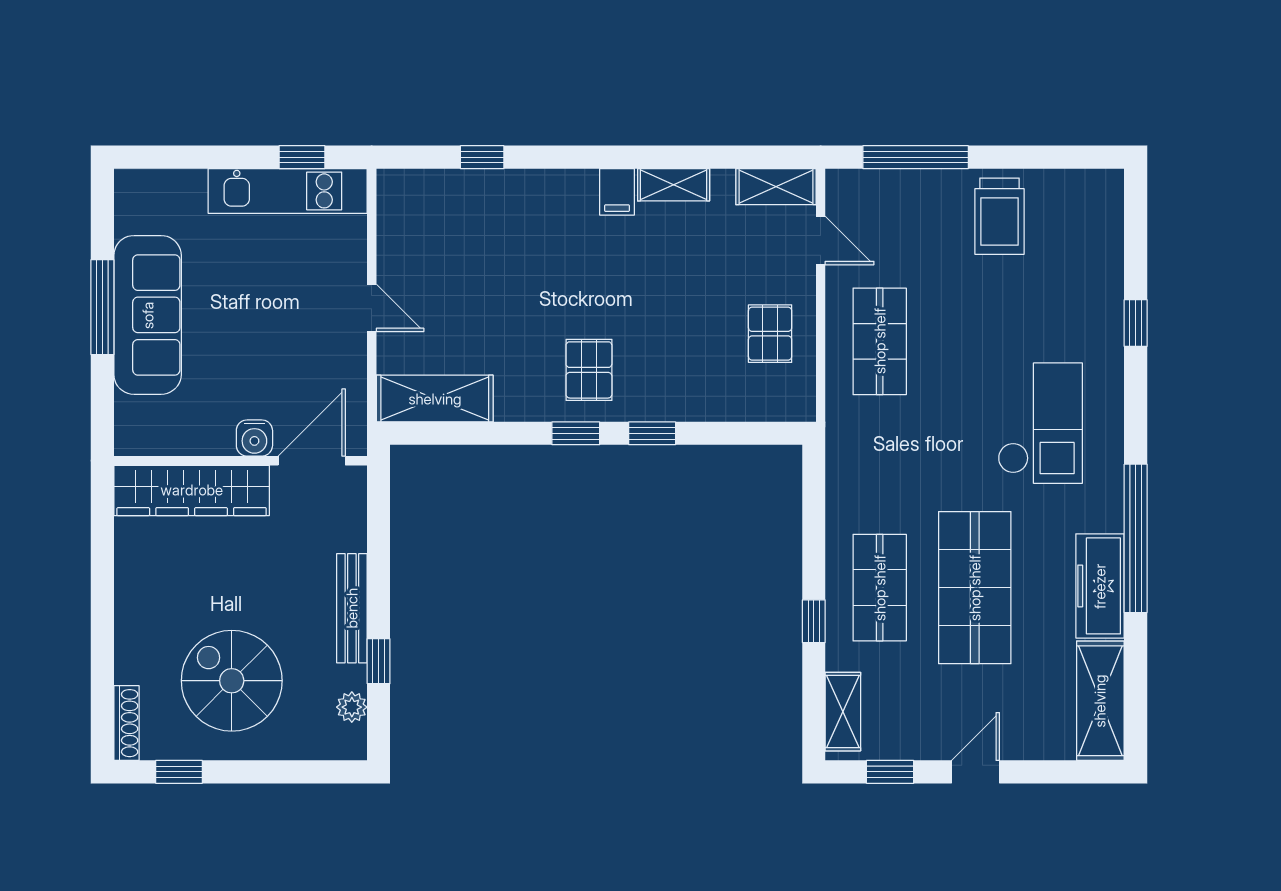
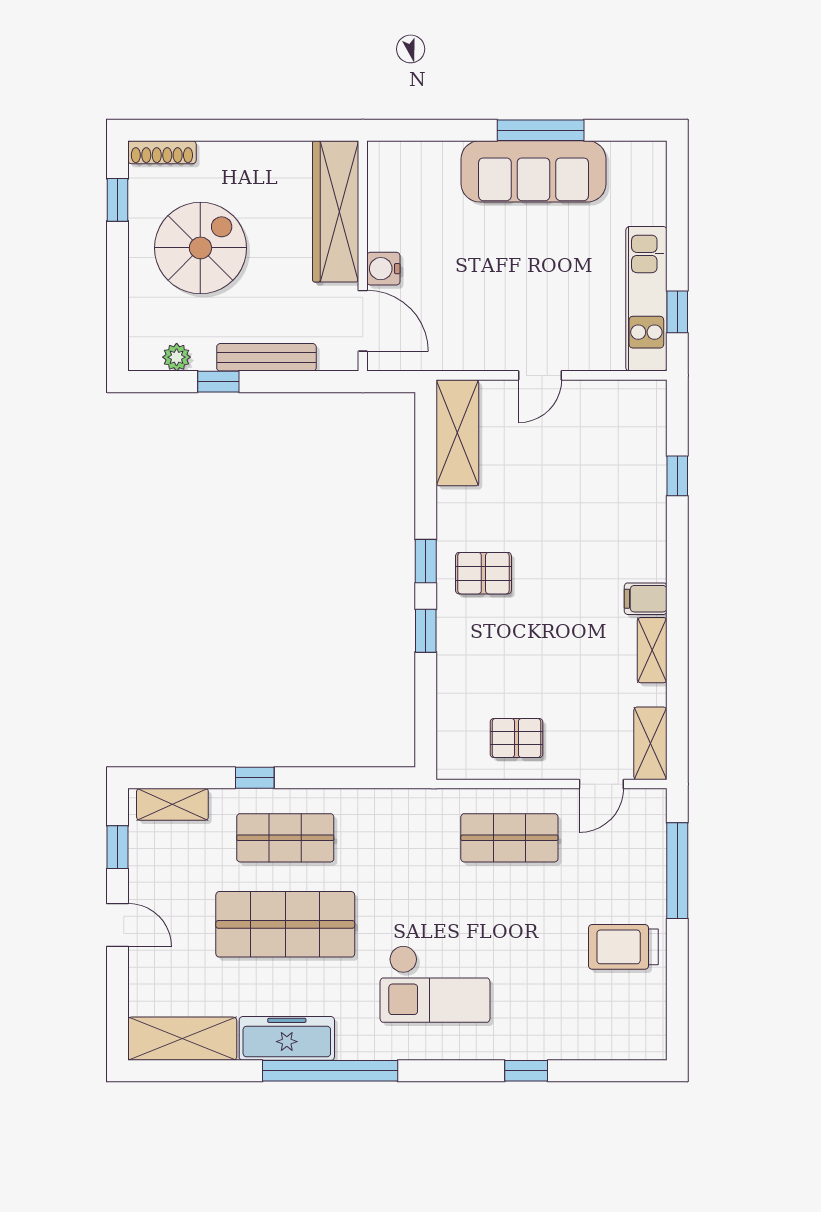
water cooler: (254, 438) -> (383, 269), moved
wall: (240, 461) -> (363, 256), moved
door: (312, 461) -> (363, 321), moved
wardrobe: (192, 490) -> (336, 211), moved

